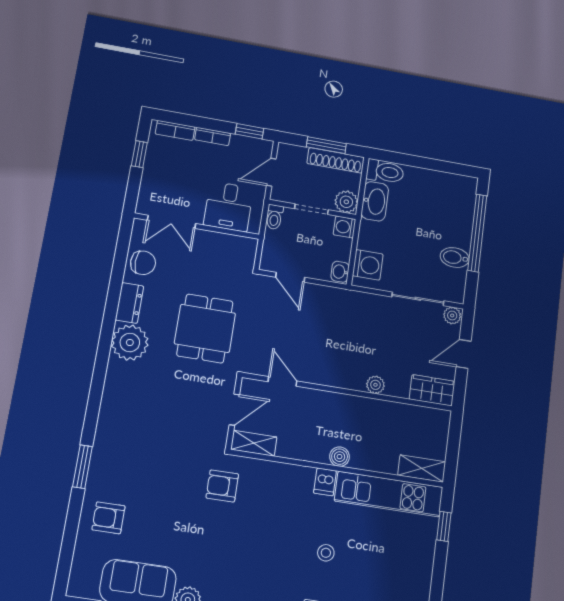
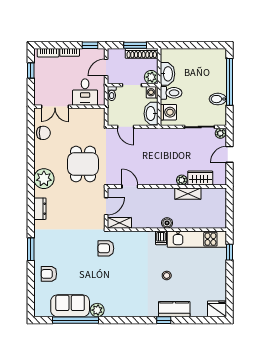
toilet: (385, 172) -> (171, 93), moved
washbasin: (340, 272) -> (151, 114), width x1.91, depth x1.45
dresser: (129, 303) -> (40, 209), moved
wardrobe: (432, 390) -> (200, 178), moved
shelving: (422, 469) -> (188, 194), moved

